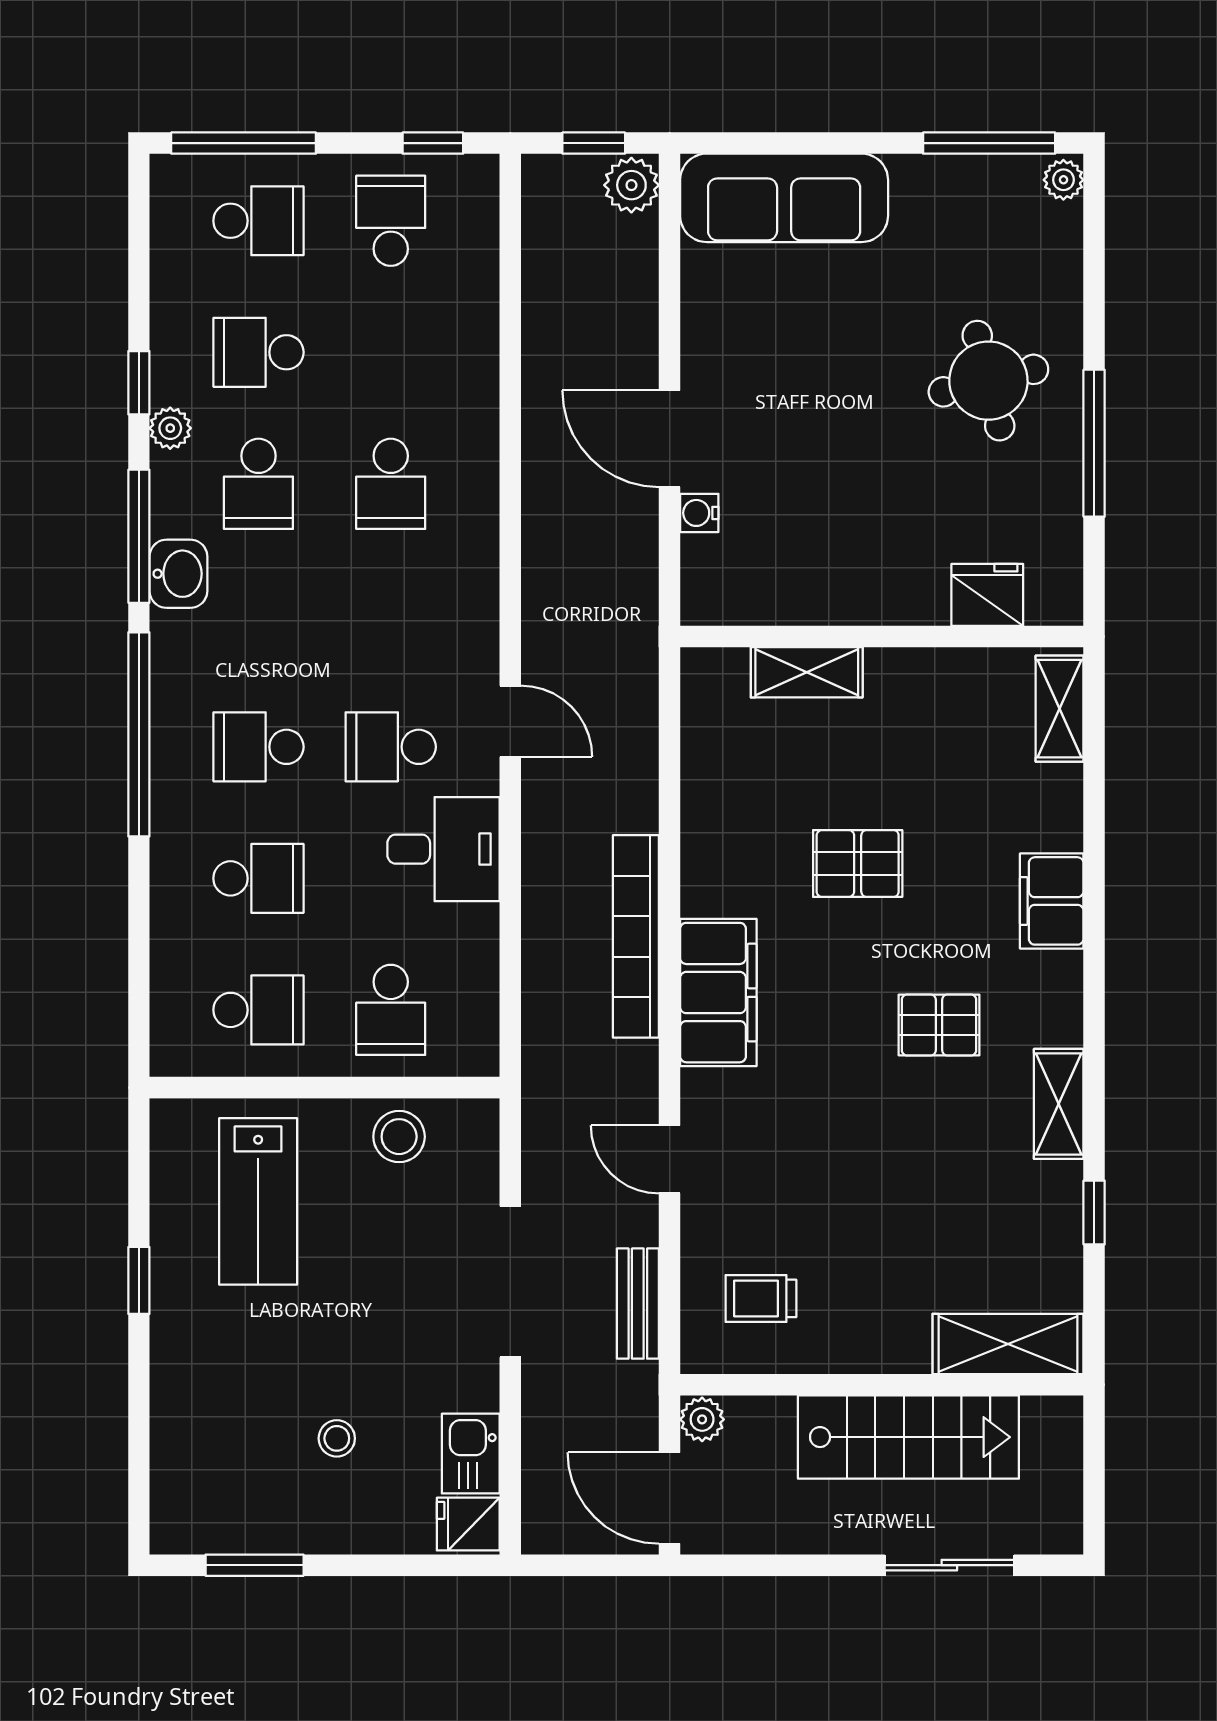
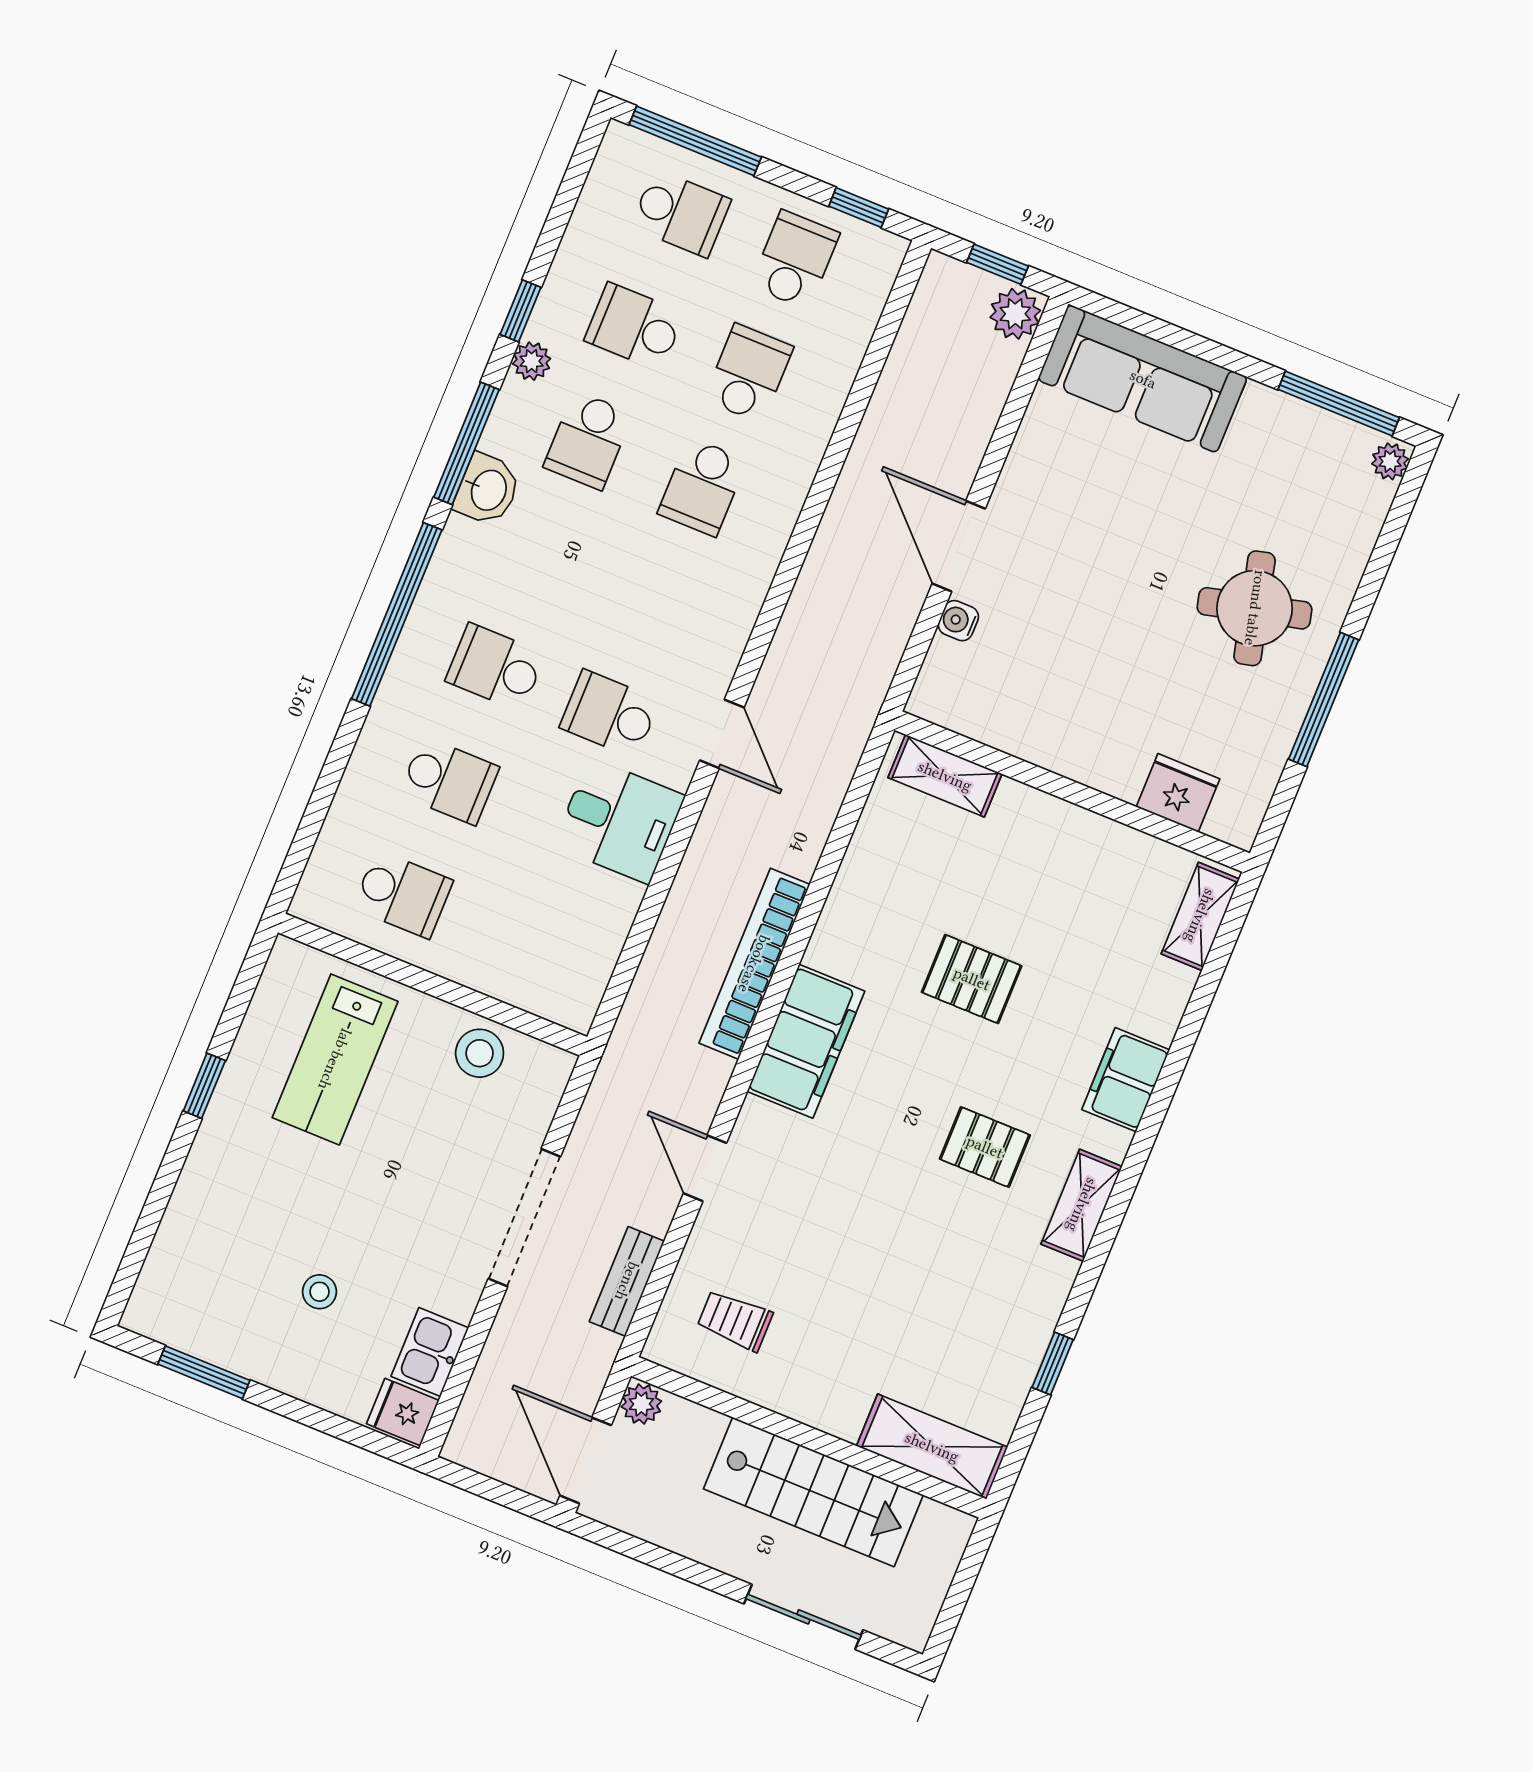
shelving: (807, 672) -> (945, 776), moved
school desk: (391, 1010) -> (749, 373), moved, turned 180
shelving: (1059, 1104) -> (1082, 1205), moved

